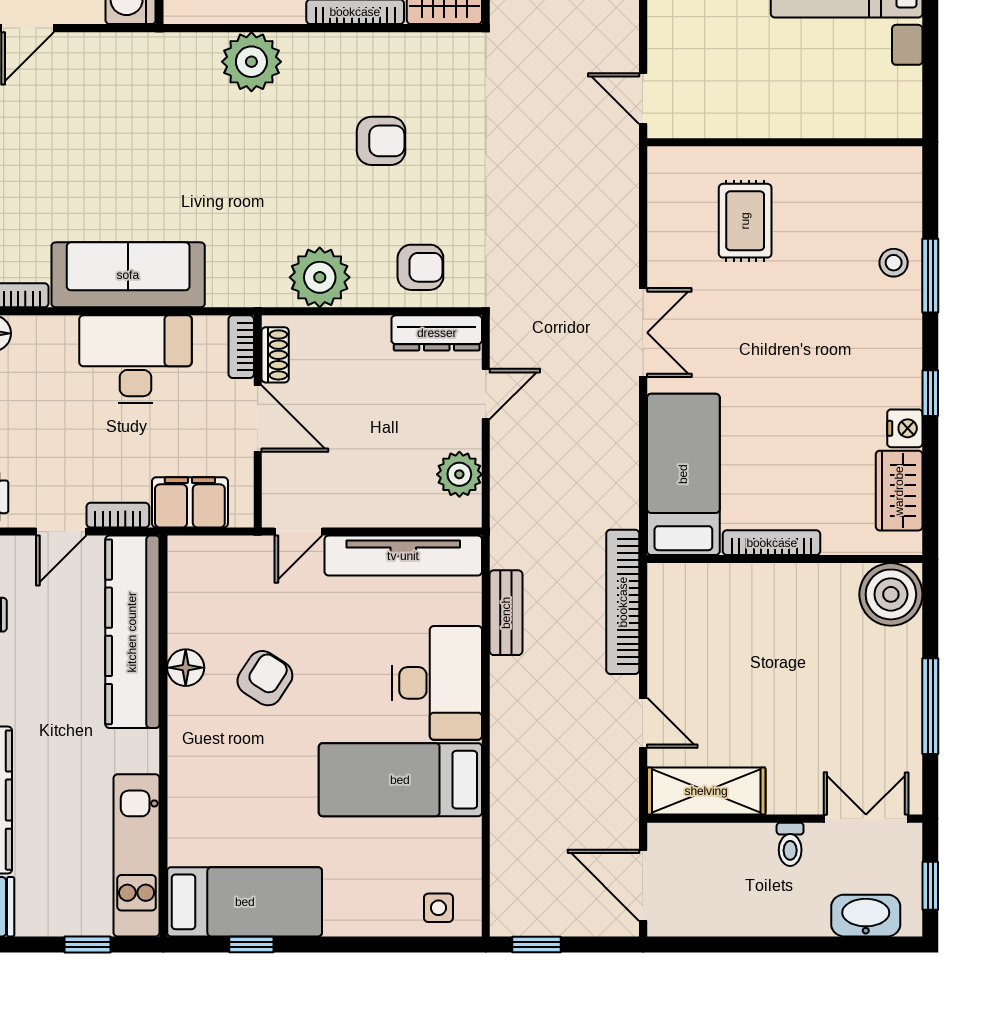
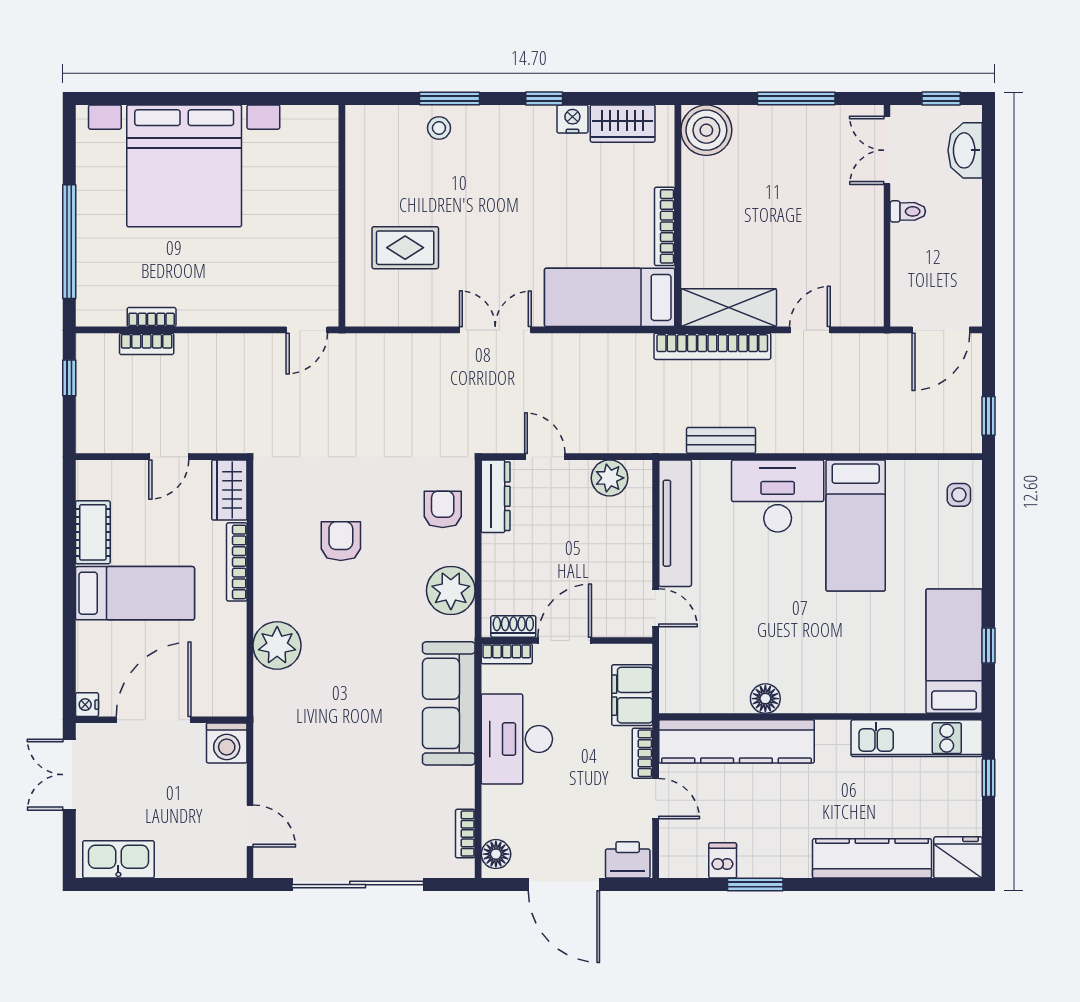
sofa: (128, 275) -> (449, 703), moved
armchair: (265, 678) -> (774, 635), removed
shelving: (706, 791) -> (729, 308), moved, turned 90

